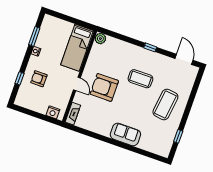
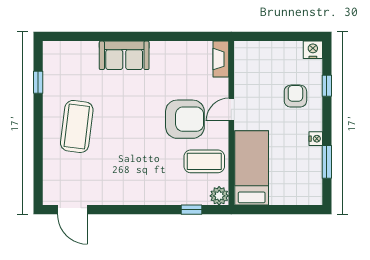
window: (150, 47) -> (192, 210), moved
armchair: (39, 79) -> (295, 96), turned -90
coffee table: (140, 79) -> (204, 161), moved
door: (77, 84) -> (231, 109), hinge flipped
nightstand: (53, 112) -> (313, 50), moved

